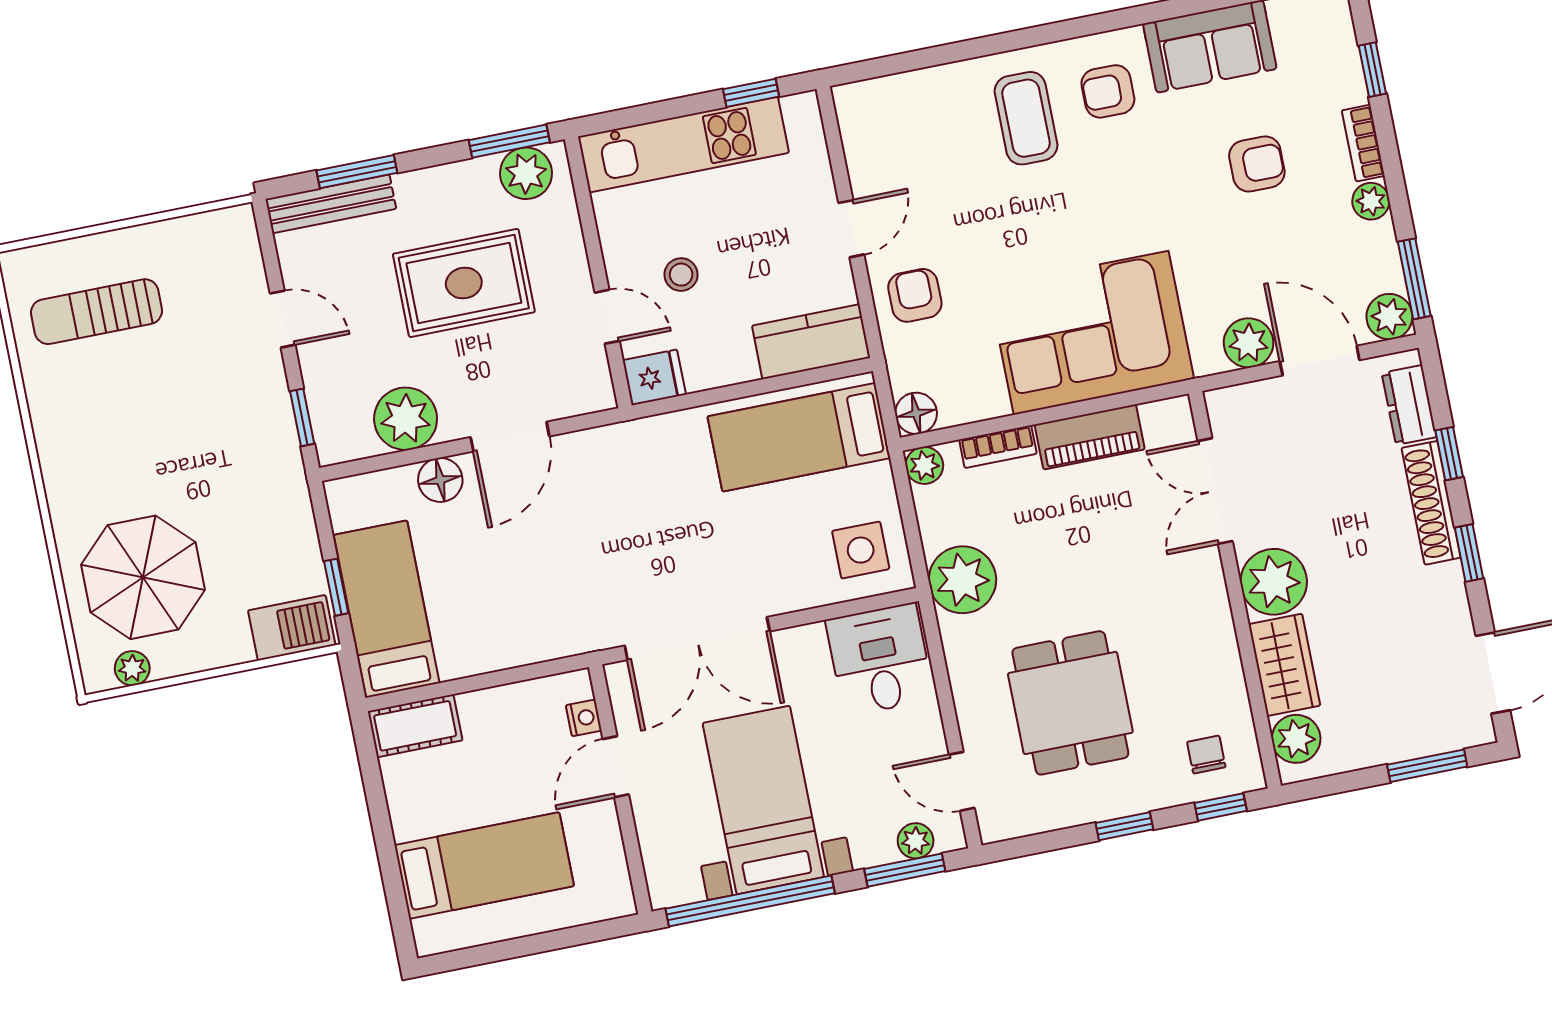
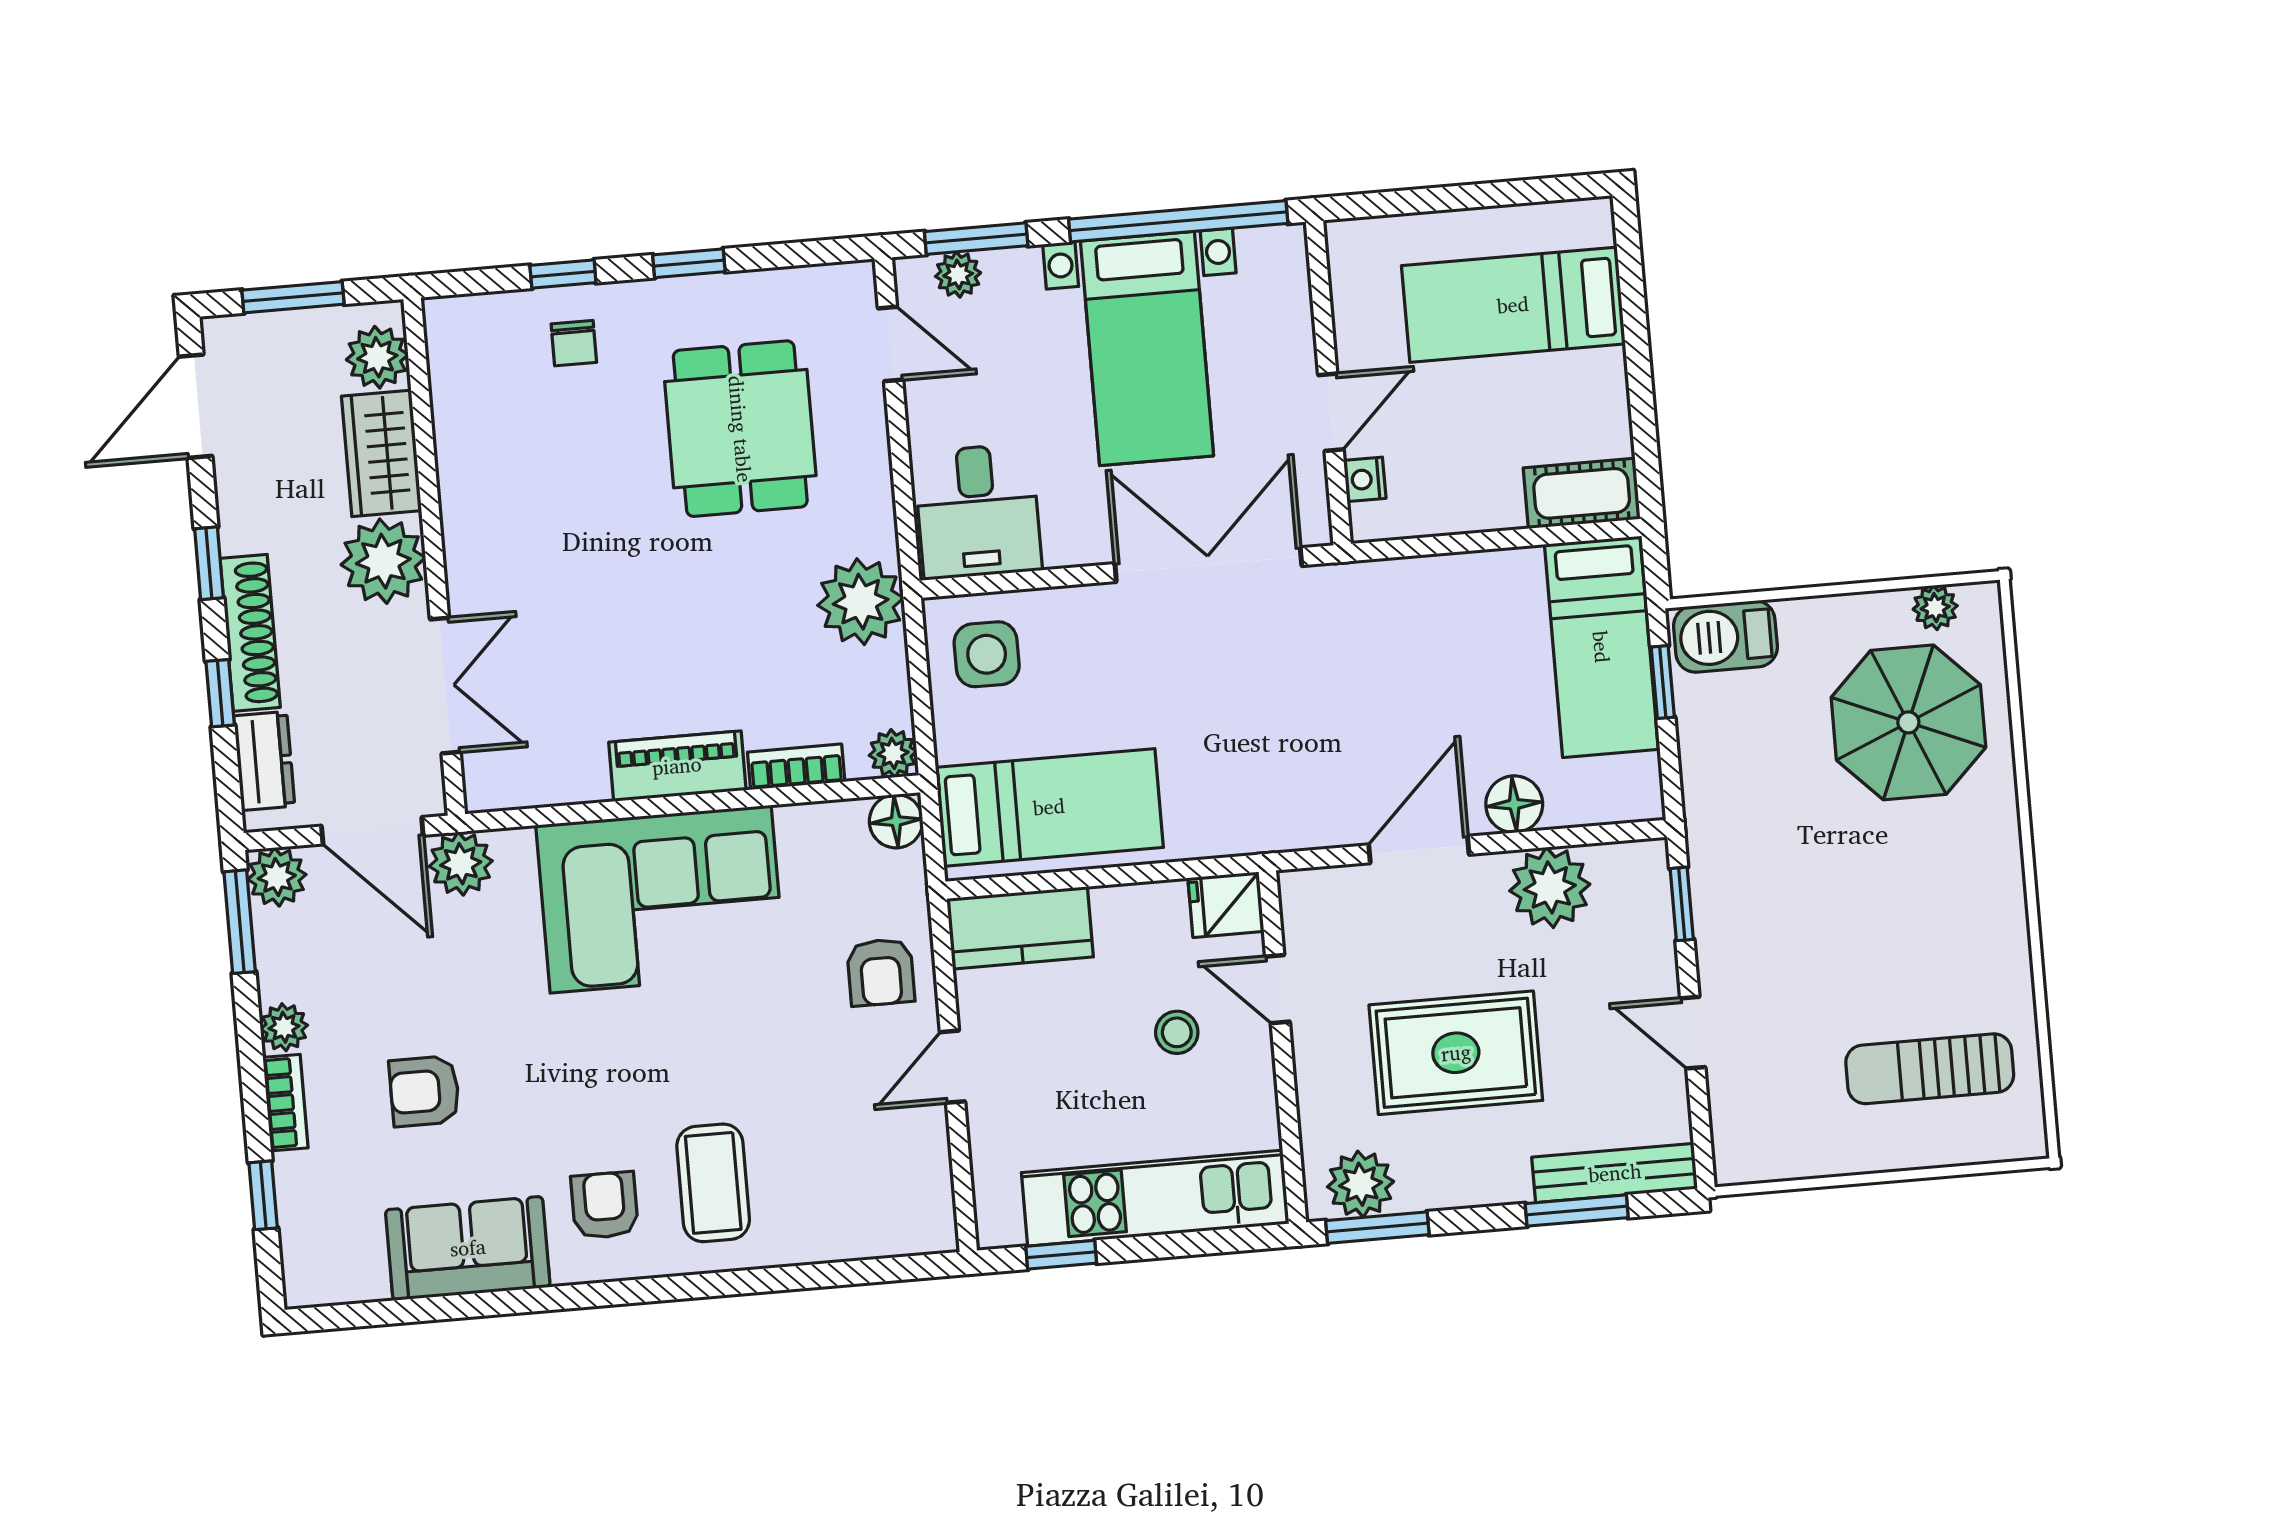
armchair: (1108, 91) -> (605, 1205), turned -90
sun lounger: (97, 312) -> (1930, 1069), turned 180
double door: (1215, 491) -> (445, 686), moved
plant: (1274, 582) -> (383, 561), moved
wall: (1235, 590) -> (434, 557), moved
wardrobe: (1284, 665) -> (382, 453), moved
plant: (1296, 739) -> (377, 357), moved

